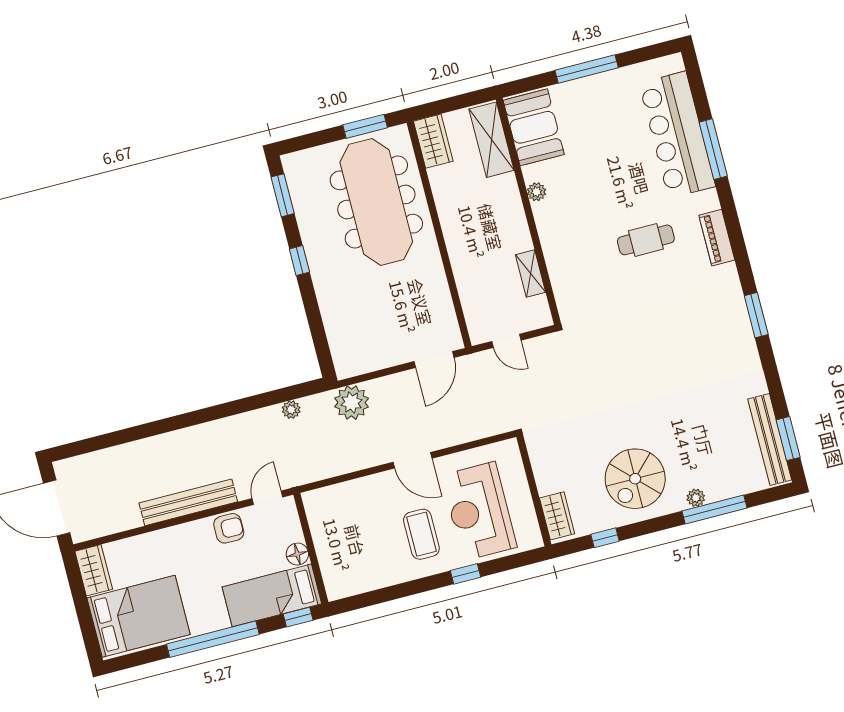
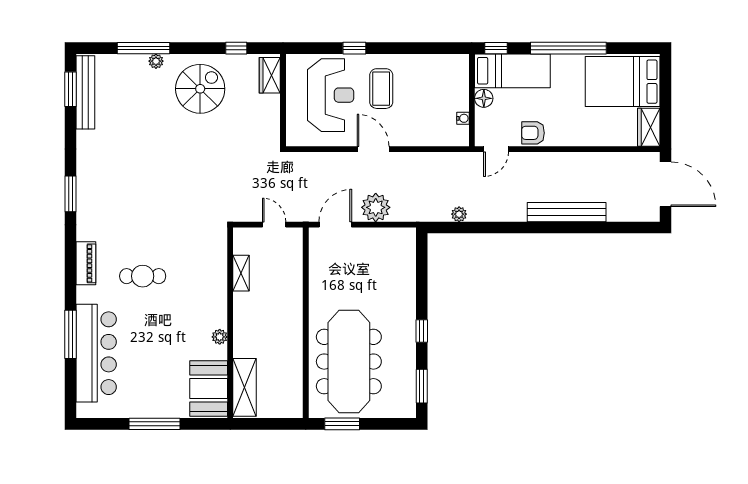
wardrobe: (433, 141) -> (291, 398), removed
plant: (352, 403) -> (376, 207), moved
bench: (188, 502) -> (567, 212), moved
water cooler: (316, 524) -> (463, 118), added

